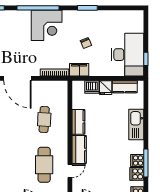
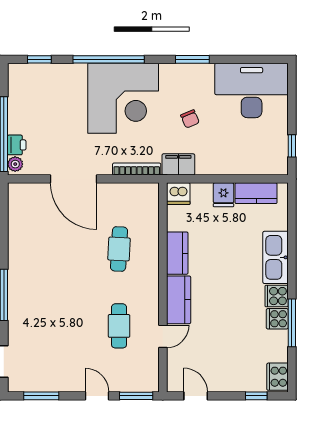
corner desk: (47, 25) -> (123, 98), width x1.36, depth x1.36
desk: (128, 55) -> (252, 90), moved, turned -90
dishwasher: (92, 87) -> (178, 194), moved
cafe table: (44, 165) -> (119, 326), width x0.73, depth x0.74
cooker: (137, 174) -> (277, 296), moved

